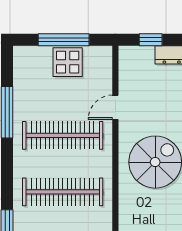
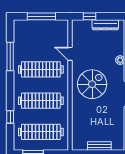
display table: (68, 62) -> (44, 29), removed
door: (115, 107) -> (70, 54), hinge flipped

